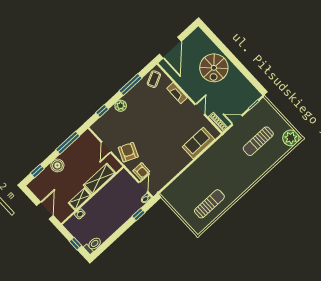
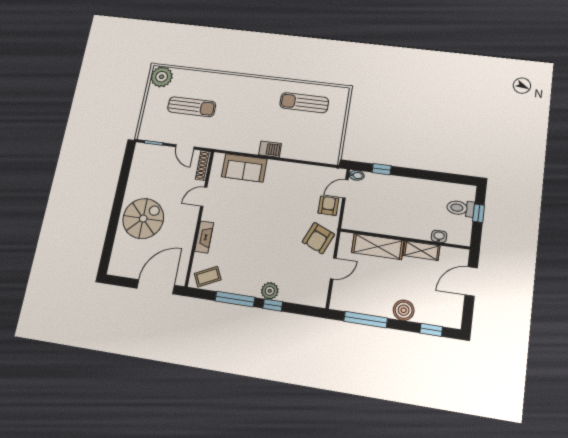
window: (102, 111) -> (273, 305), moved
barbecue: (198, 165) -> (270, 149), added
toilet: (93, 245) -> (461, 208), moved

